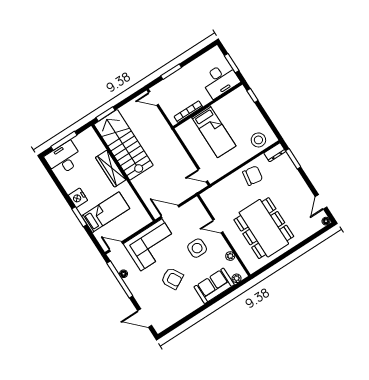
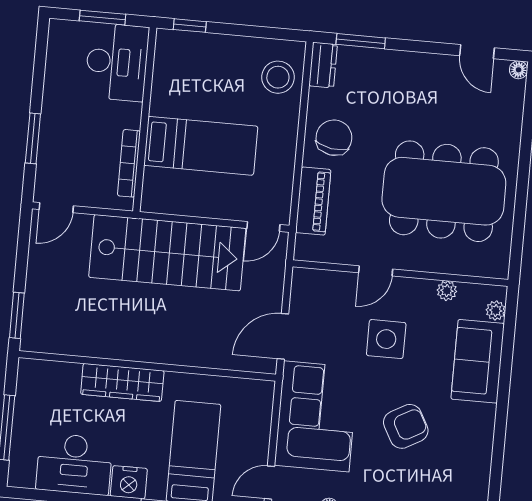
stairs: (123, 145) -> (167, 253), moved, turned 180
desk: (64, 159) -> (74, 464), moved, turned -90
piano: (225, 186) -> (313, 201), added

